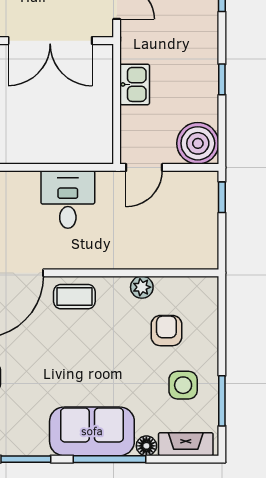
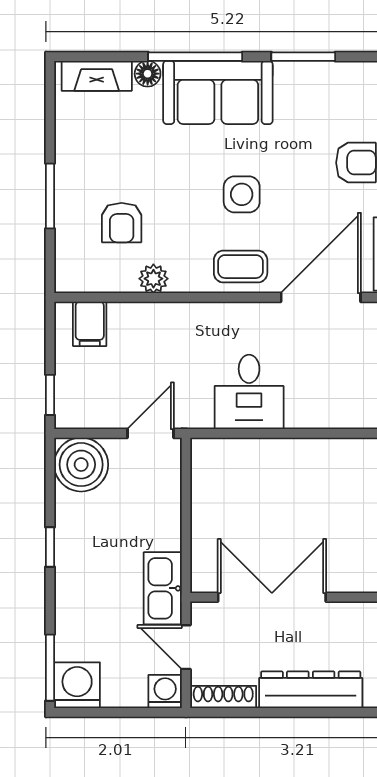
kitchen sink: (135, 84) -> (163, 588), moved, width x1.38
filing cabinet: (191, 252) -> (90, 324), added
side table: (183, 385) -> (242, 194), moved
window: (222, 401) -> (50, 196), moved

